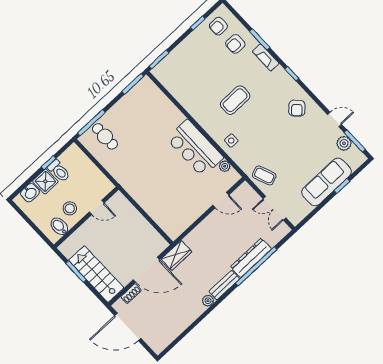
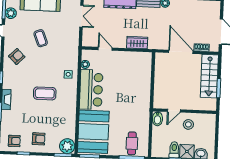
armchair: (235, 44) -> (39, 139), moved
plant: (163, 72) -> (67, 146), added
booth: (153, 110) -> (93, 132), added
coffee table: (264, 175) -> (41, 38), moved
door: (97, 207) -> (174, 111), swing flipped
bidet: (59, 226) -> (157, 119), moved
wardrobe: (176, 255) -> (137, 43), moved

